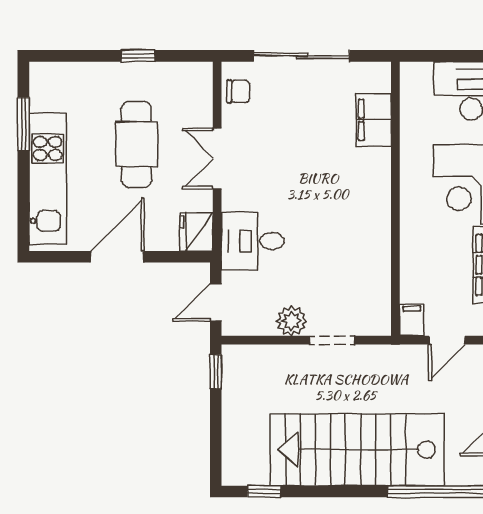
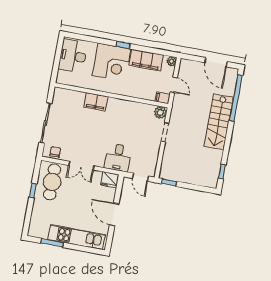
filing cabinet: (374, 120) -> (96, 102), moved
cafe table: (136, 144) -> (52, 182), moved, turned 90
plant: (292, 321) -> (160, 113), moved
stairs: (357, 450) -> (219, 122), width x0.73, depth x0.66

